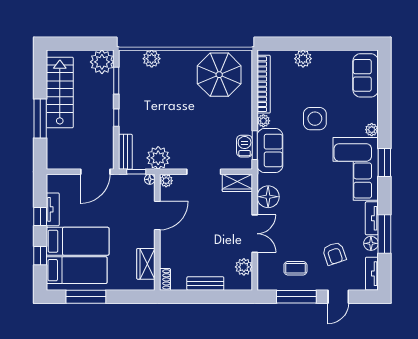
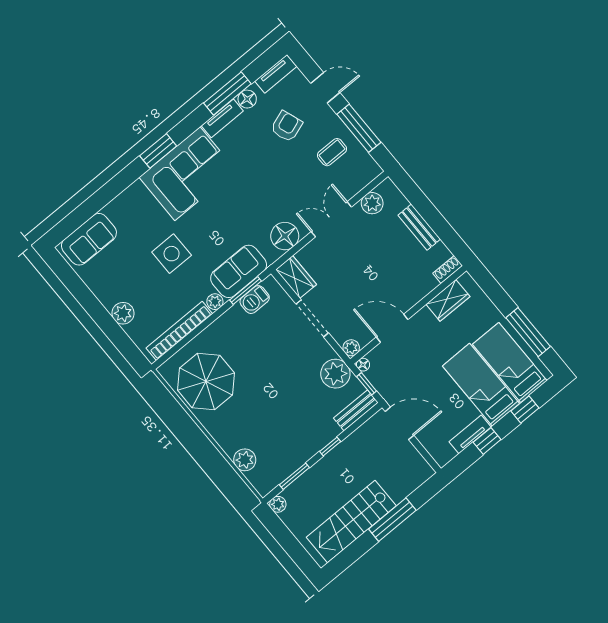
plant: (102, 62) -> (278, 504), width x0.53, depth x0.53
plant: (372, 130) -> (137, 190), removed
coffee table: (295, 268) -> (332, 152), turned 90

